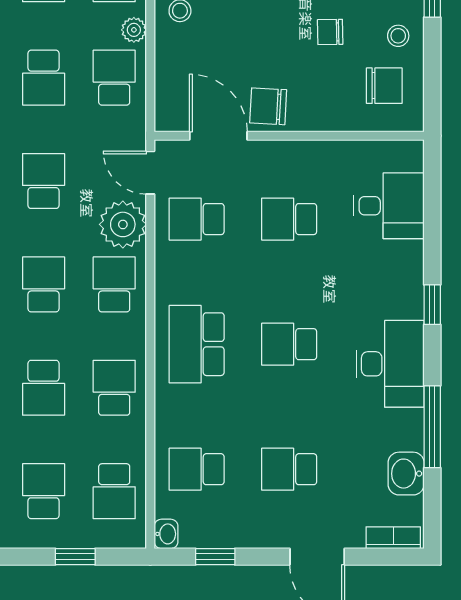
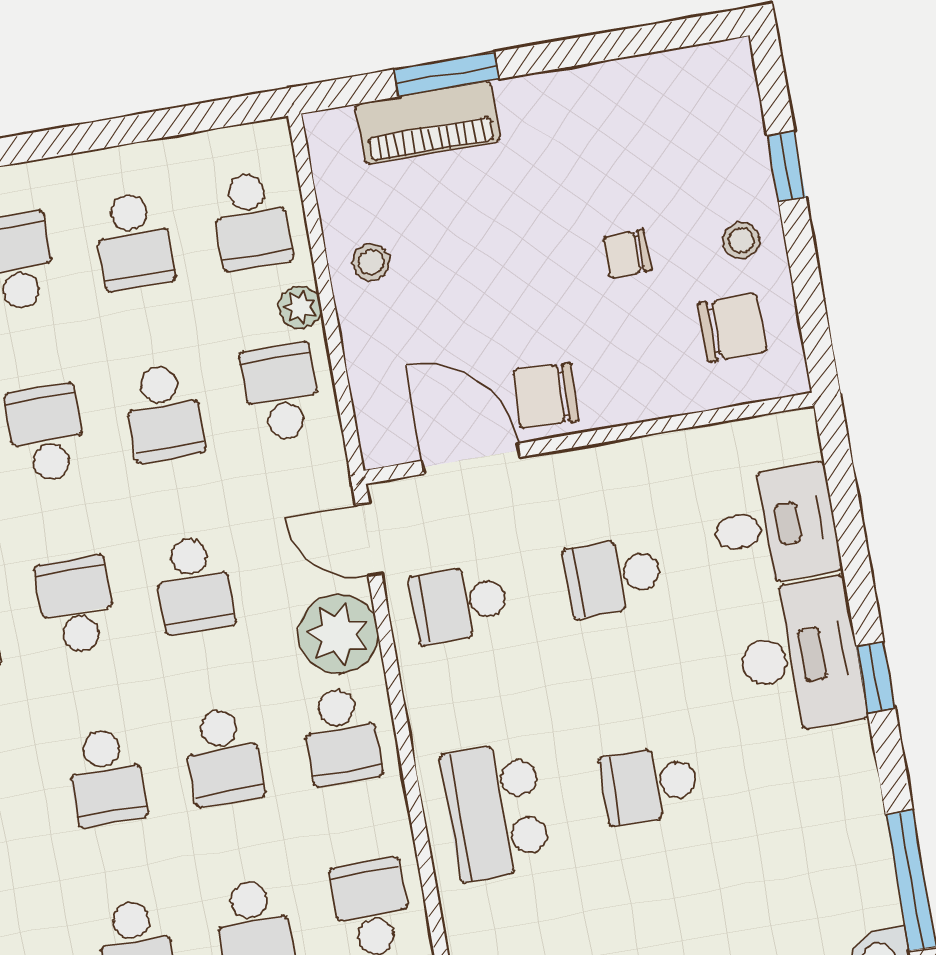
school desk: (44, 181) -> (194, 585), turned 180
school desk: (44, 284) -> (224, 756), turned 180
school desk: (114, 284) -> (341, 736), turned 180
desk: (390, 364) -> (800, 656), moved

